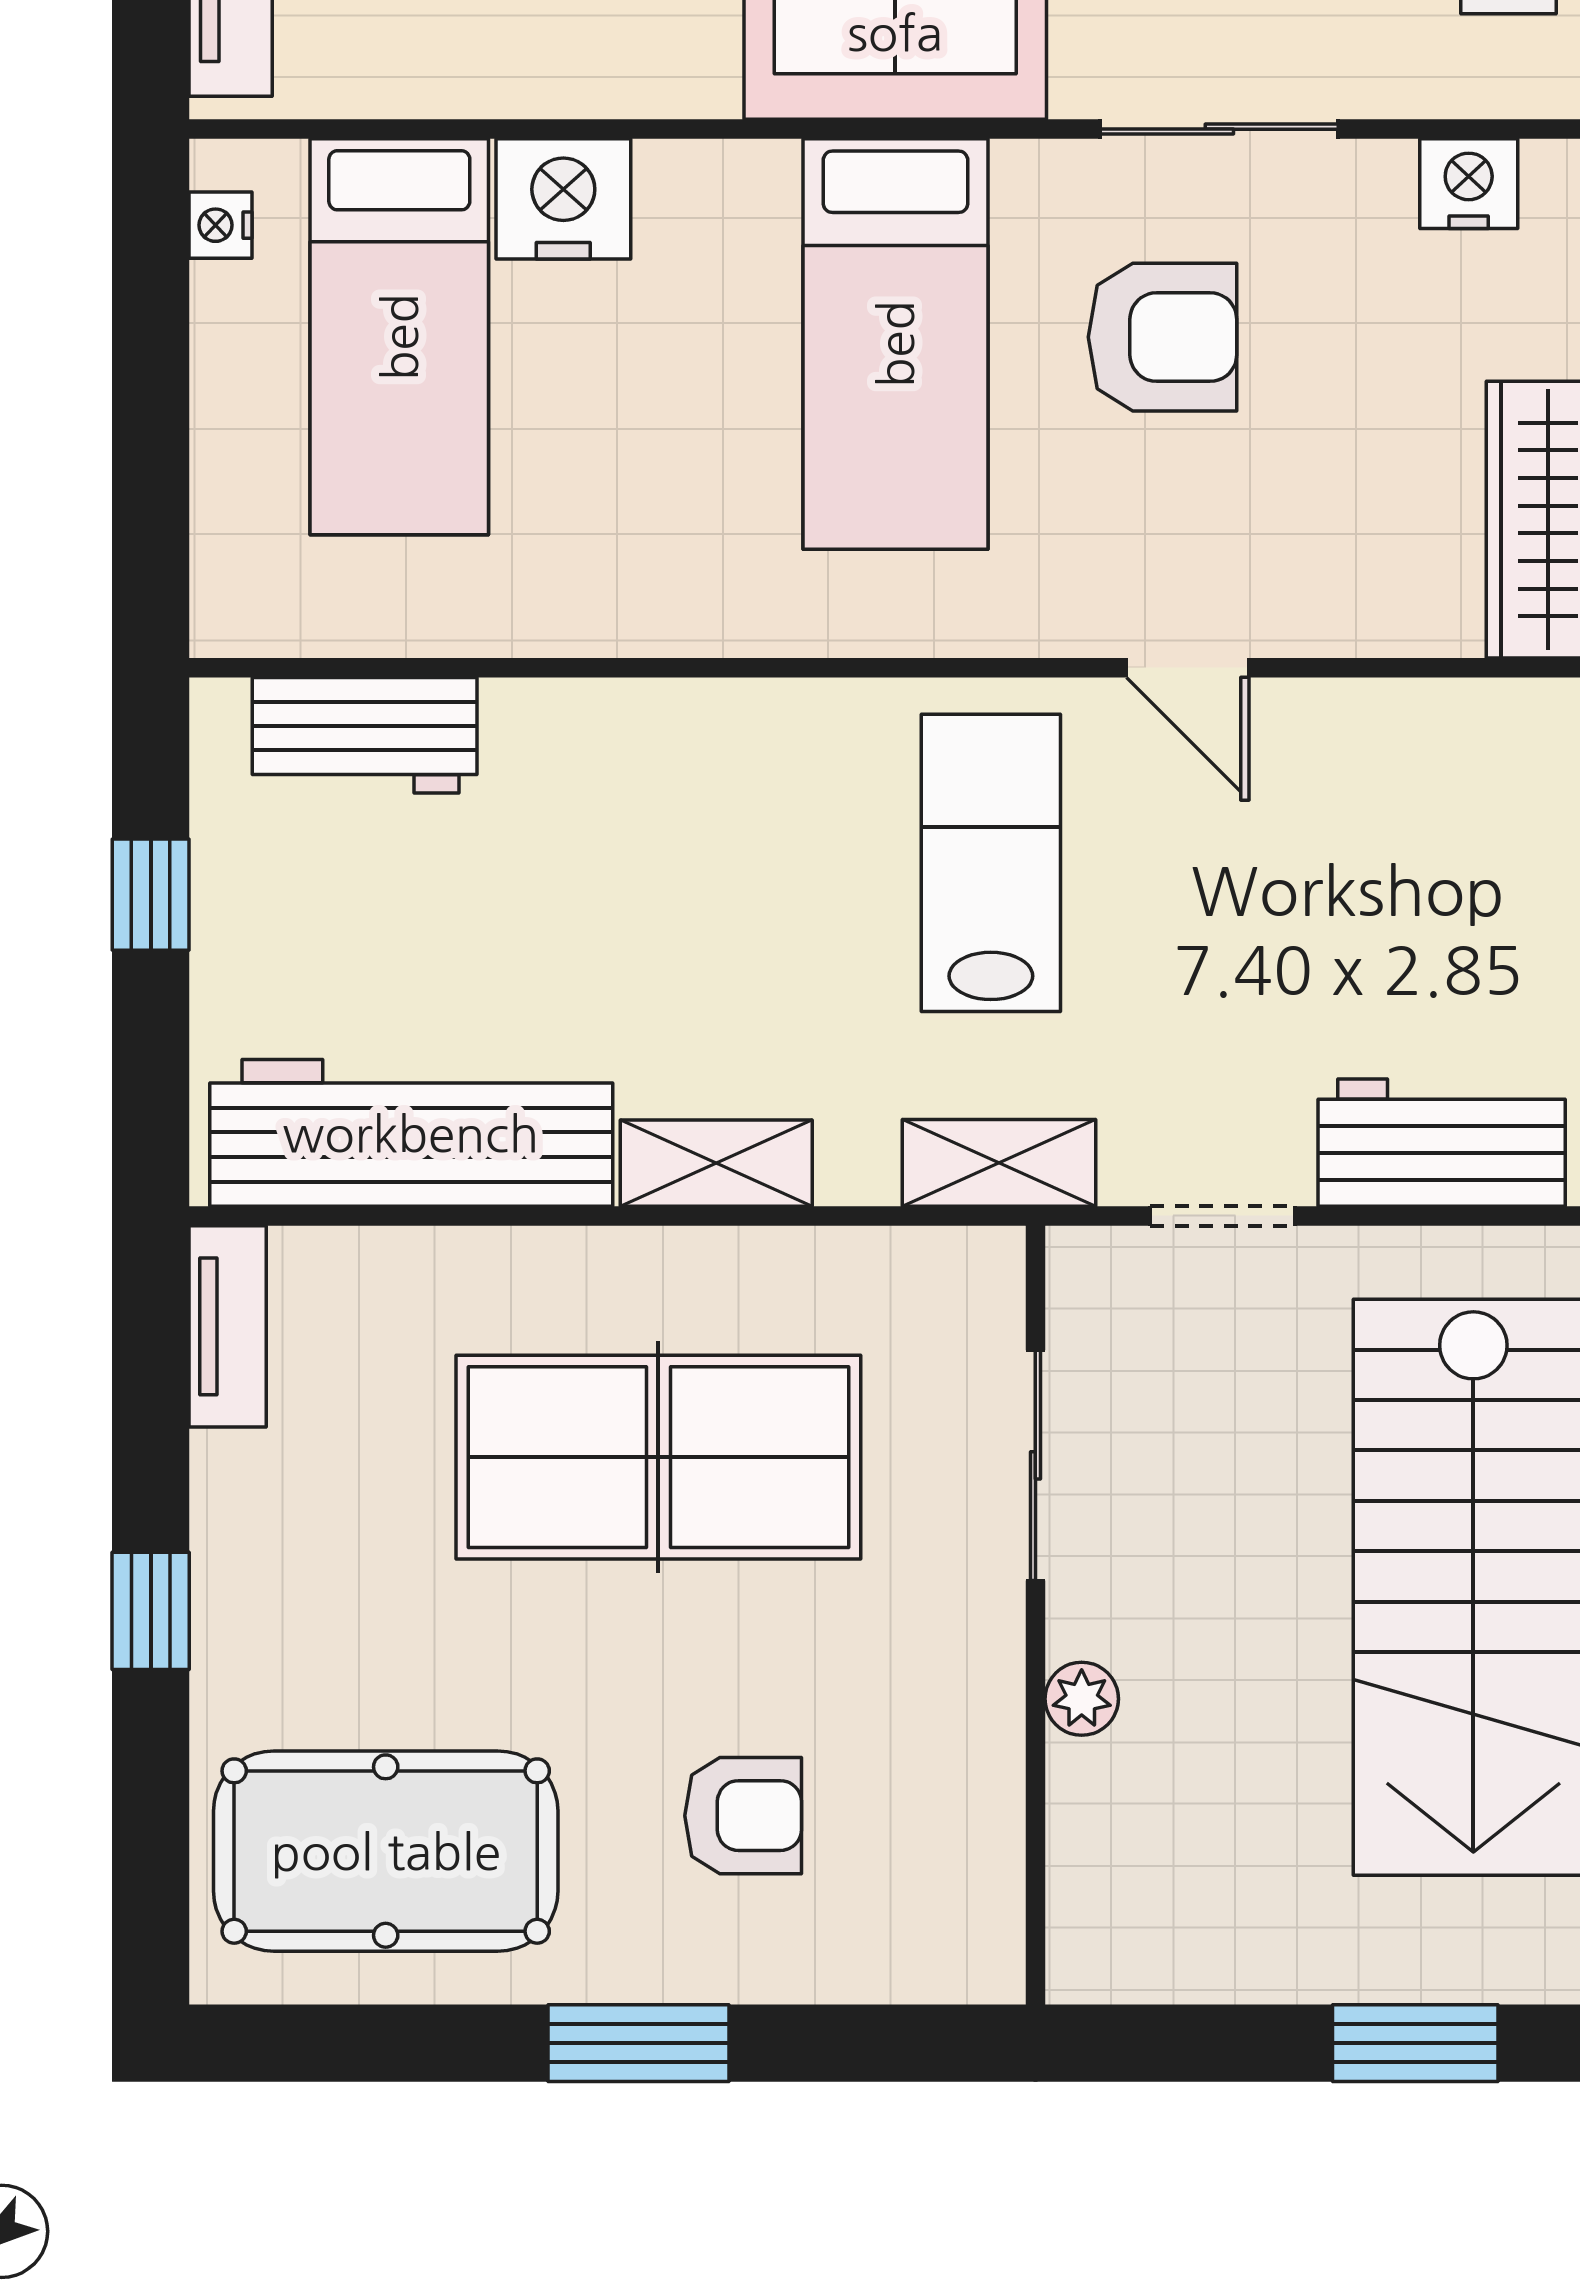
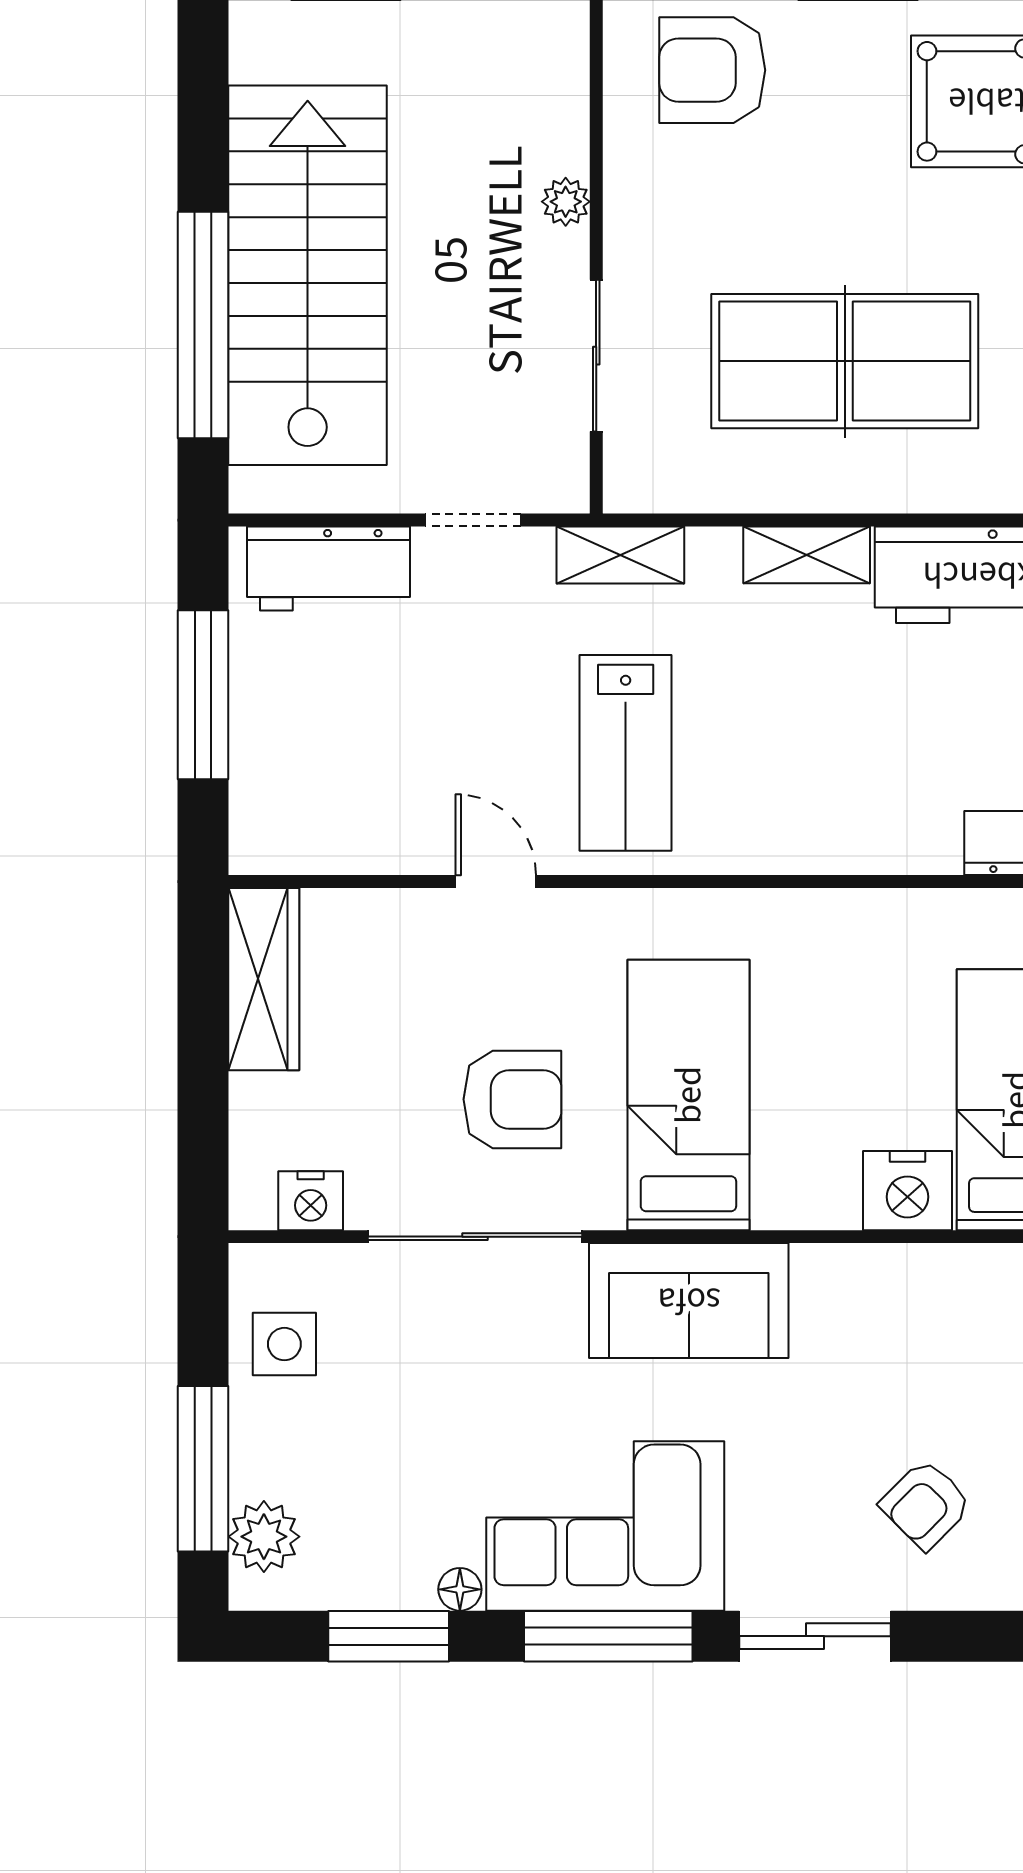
sliding door: (1219, 129) -> (475, 1237), width x1.37
armchair: (1163, 337) -> (512, 1099), turned 180
armchair: (743, 1816) -> (712, 70), moved, width x1.38, depth x1.38

